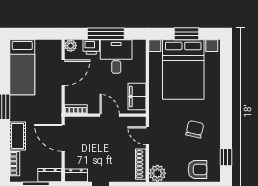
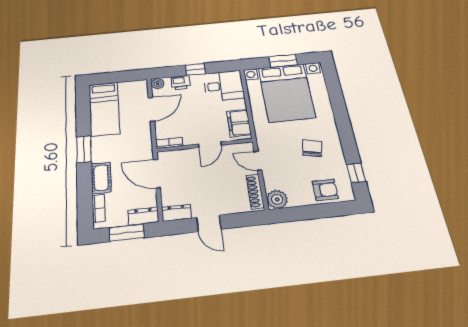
window: (106, 34) -> (195, 69), width x0.46
desk: (116, 57) -> (224, 86), moved, turned 90
door: (110, 115) -> (210, 145), swing flipped

